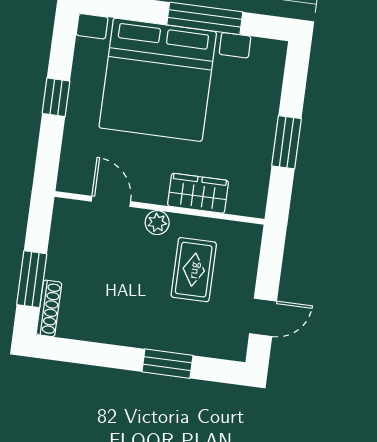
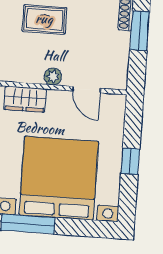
rug: (194, 270) -> (44, 19), moved, turned 90

